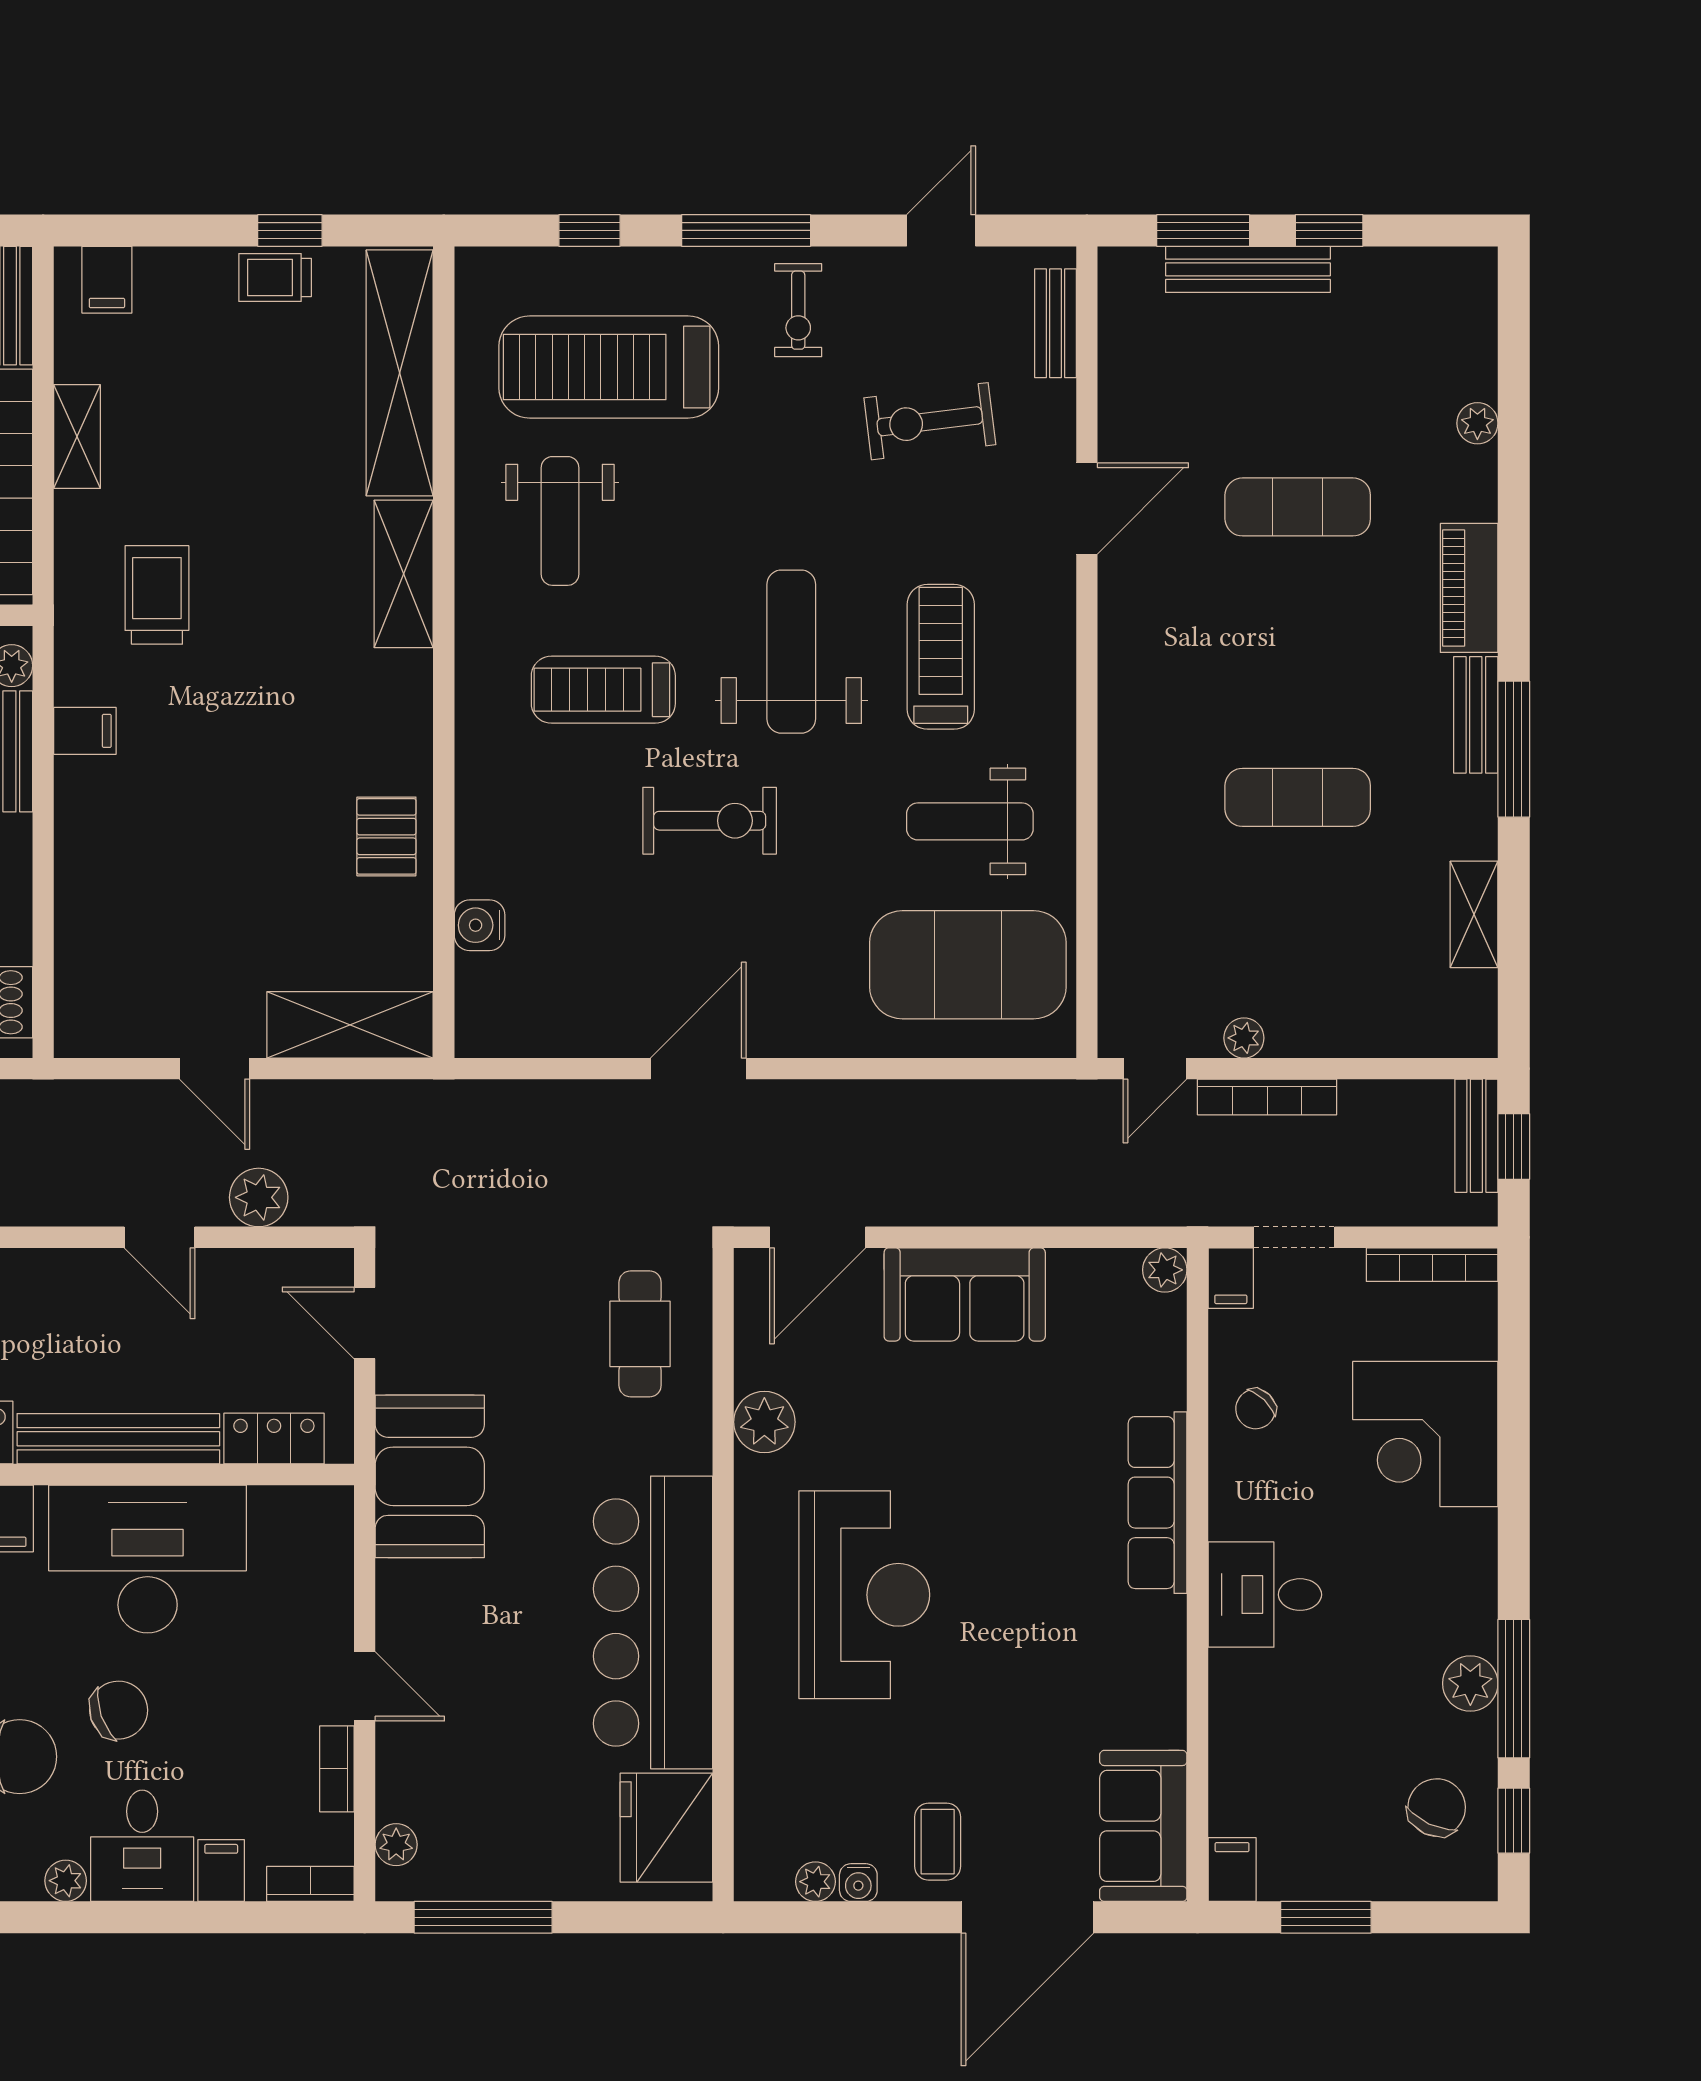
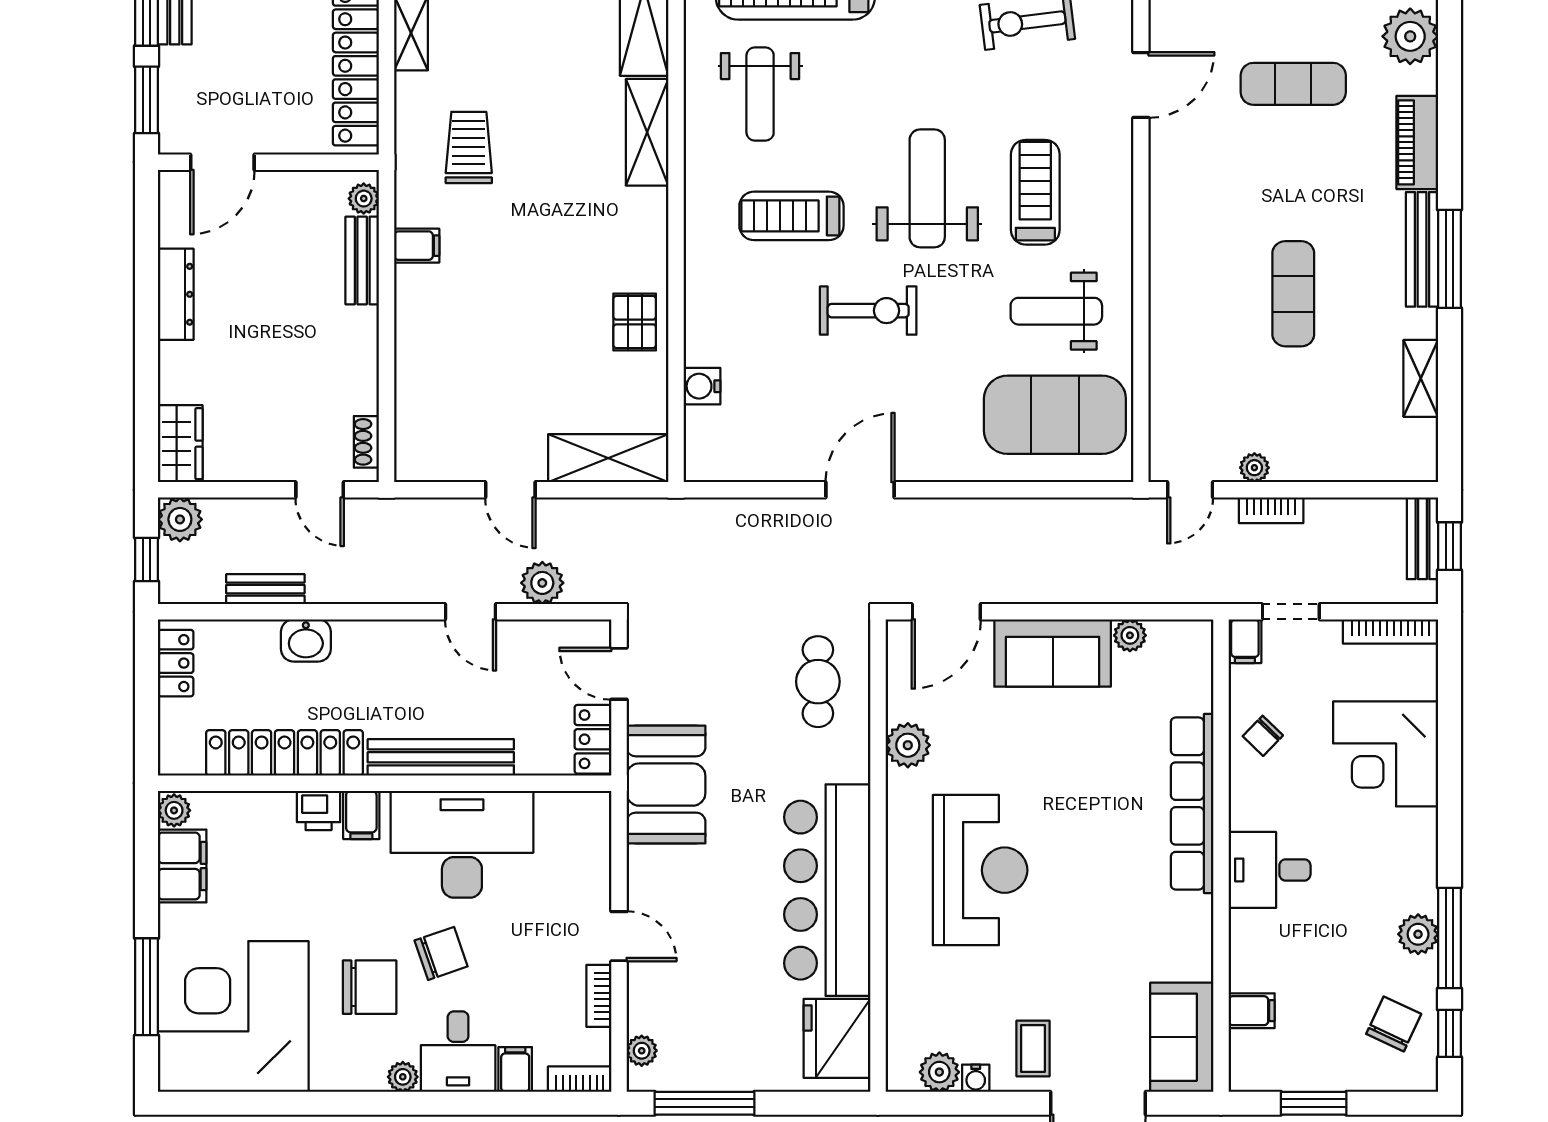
plant: (1477, 423) -> (1410, 36), width x1.87, depth x1.87
bench: (1476, 715) -> (1422, 249), width x1.36
exercise mat: (1298, 797) -> (1293, 294), turned 90
bookcase: (1267, 1097) -> (1271, 510), width x0.64
plant: (1165, 1270) -> (1130, 635), moved
locker: (274, 1439) -> (593, 739), moved, turned -90
row of seats: (1158, 1503) -> (1192, 803), width x1.36
filing cabinet: (1232, 1869) -> (1252, 1011), moved, turned 90
plant: (815, 1882) -> (939, 1072), width x1.38, depth x1.38

